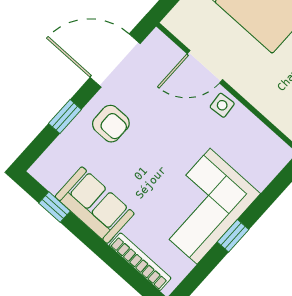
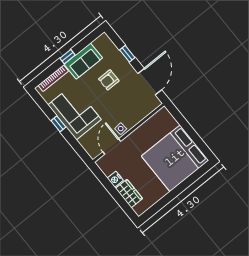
door: (205, 67) -> (112, 146), moved
armchair: (111, 124) -> (109, 80), moved
window: (55, 207) -> (67, 57), moved

